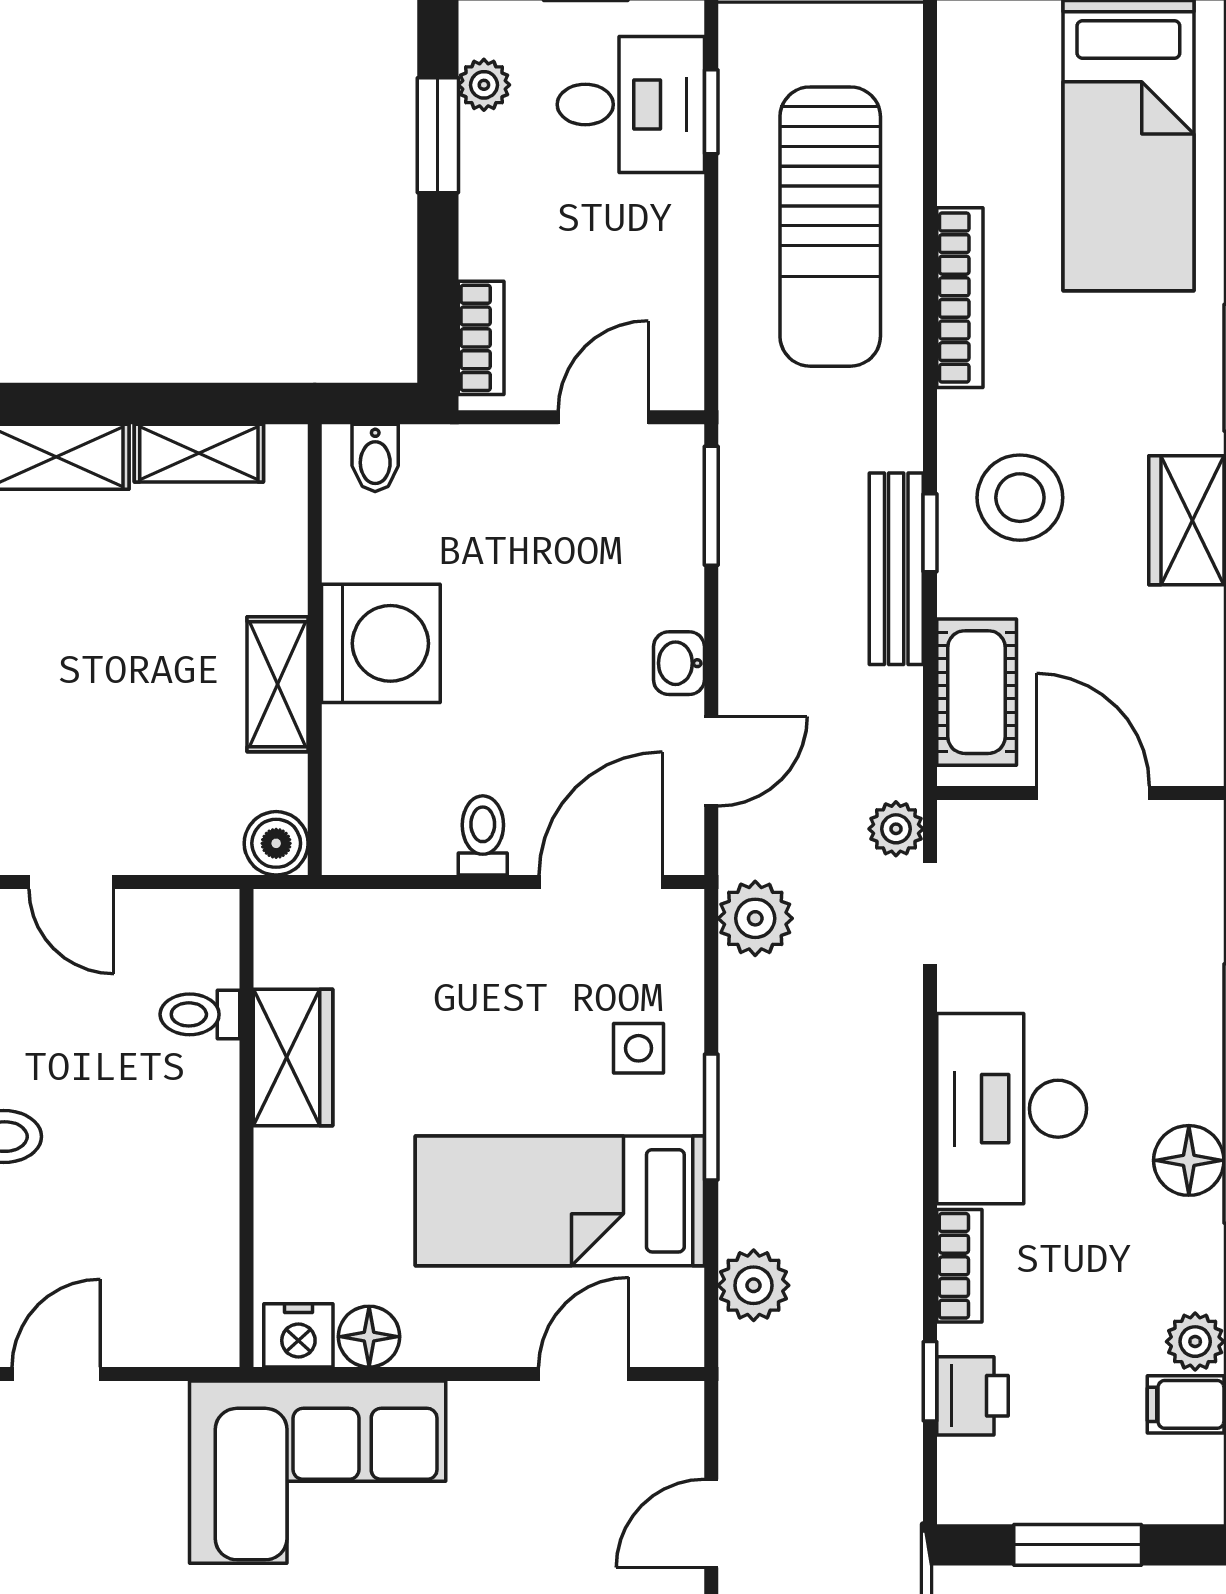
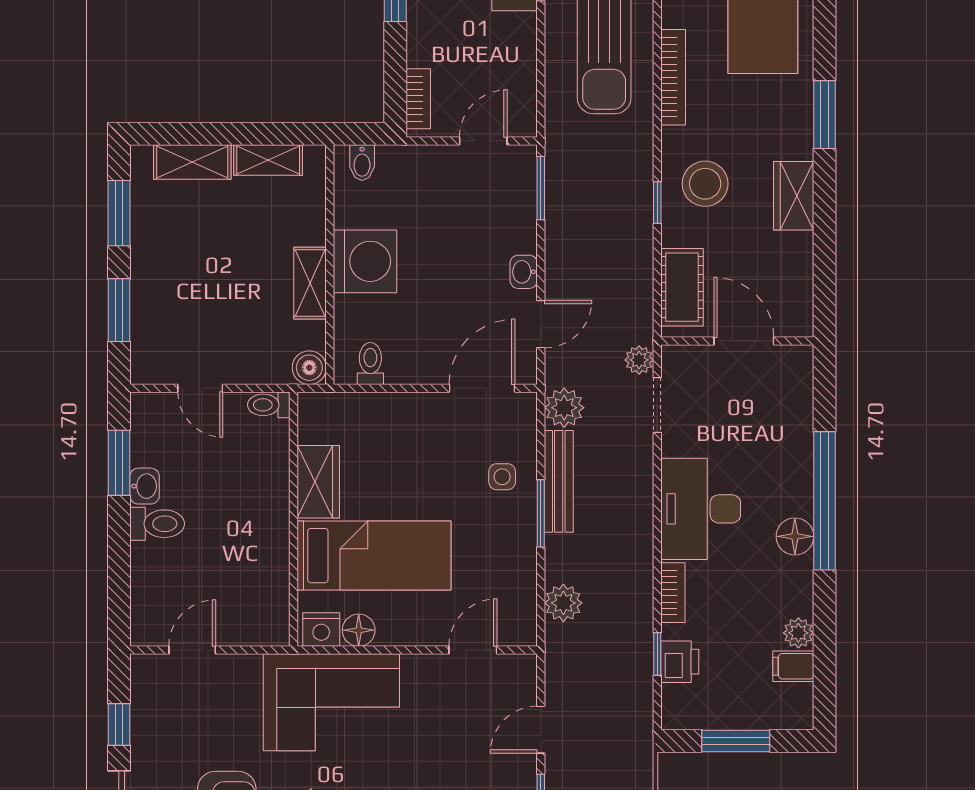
bench: (896, 569) -> (559, 481), moved
toilet: (483, 835) -> (370, 363), moved
toilet: (200, 1014) -> (269, 405), moved
bed: (560, 1201) -> (374, 556), moved, turned 180

